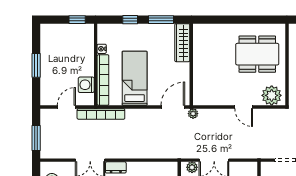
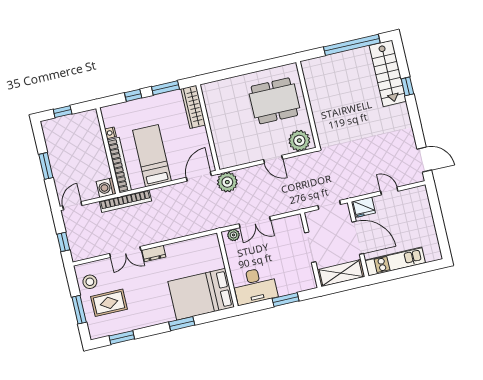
window: (77, 20) -> (63, 112), moved
washing machine: (86, 85) -> (106, 188), moved
door: (66, 107) -> (72, 206), moved
plant: (193, 114) -> (227, 182), width x1.88, depth x1.88
window: (36, 138) -> (63, 242), width x0.67

